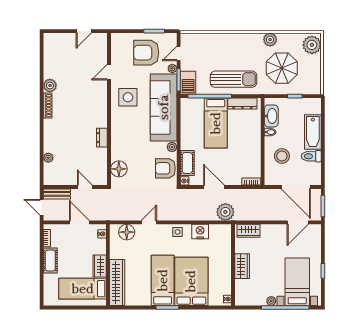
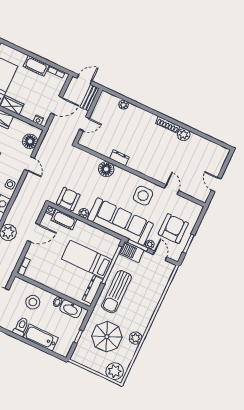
floor lamp: (119, 169) -> (106, 169), moved

